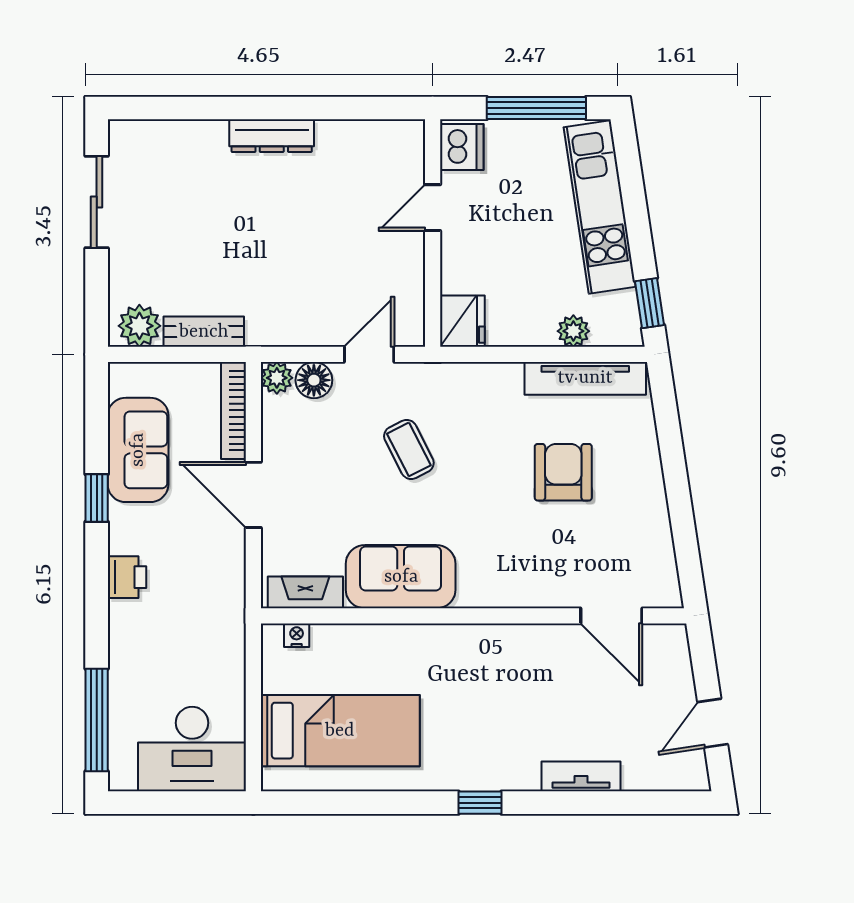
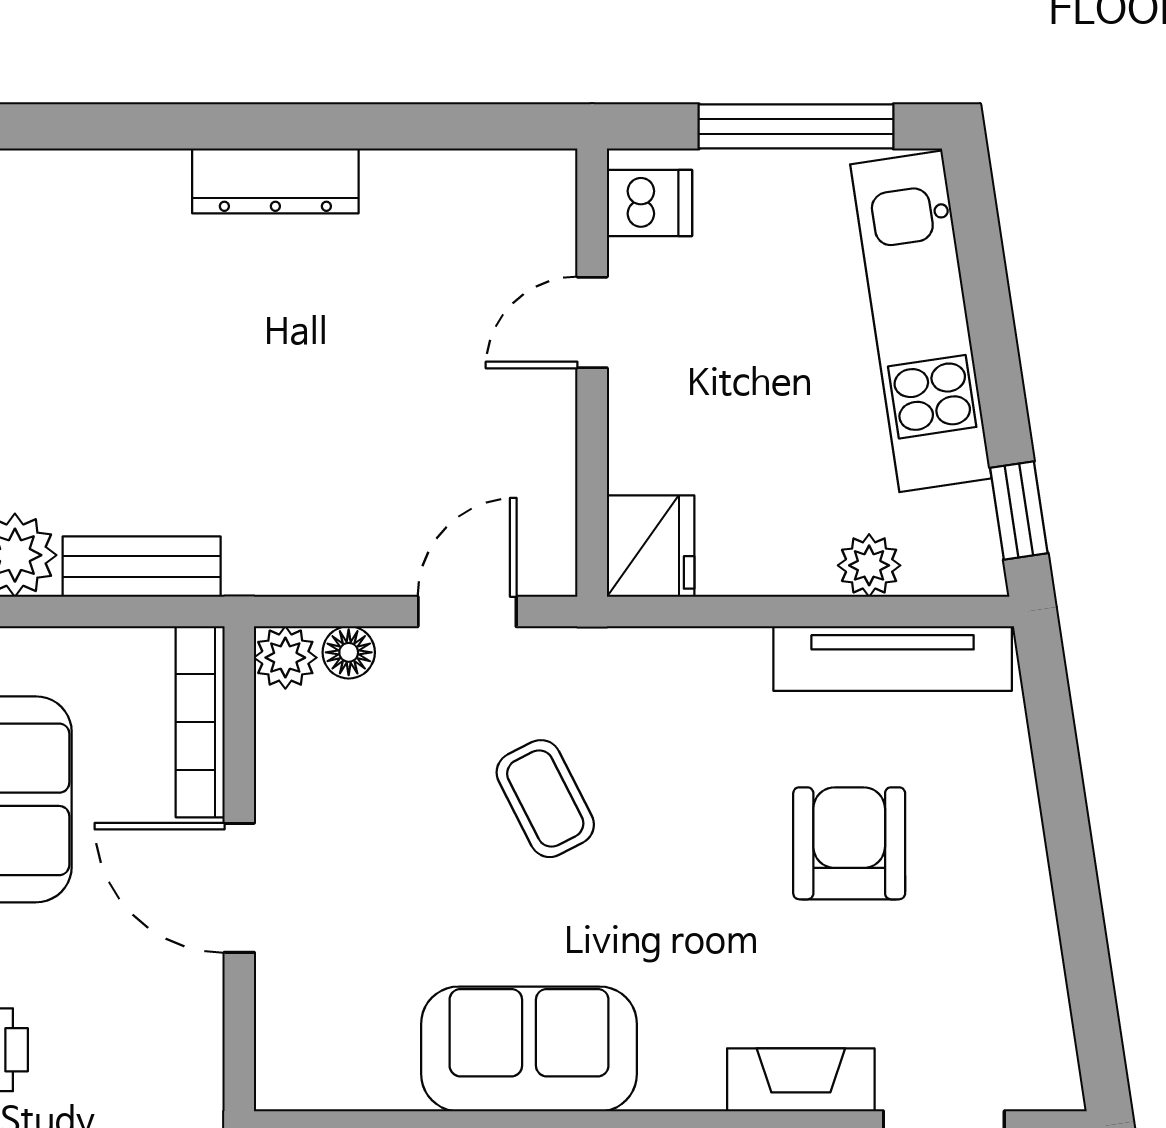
dishwasher: (462, 147) -> (649, 203), width x0.73
floor lamp: (314, 380) -> (349, 652), width x0.73, depth x0.73
fireplace: (305, 592) -> (801, 1080), moved

